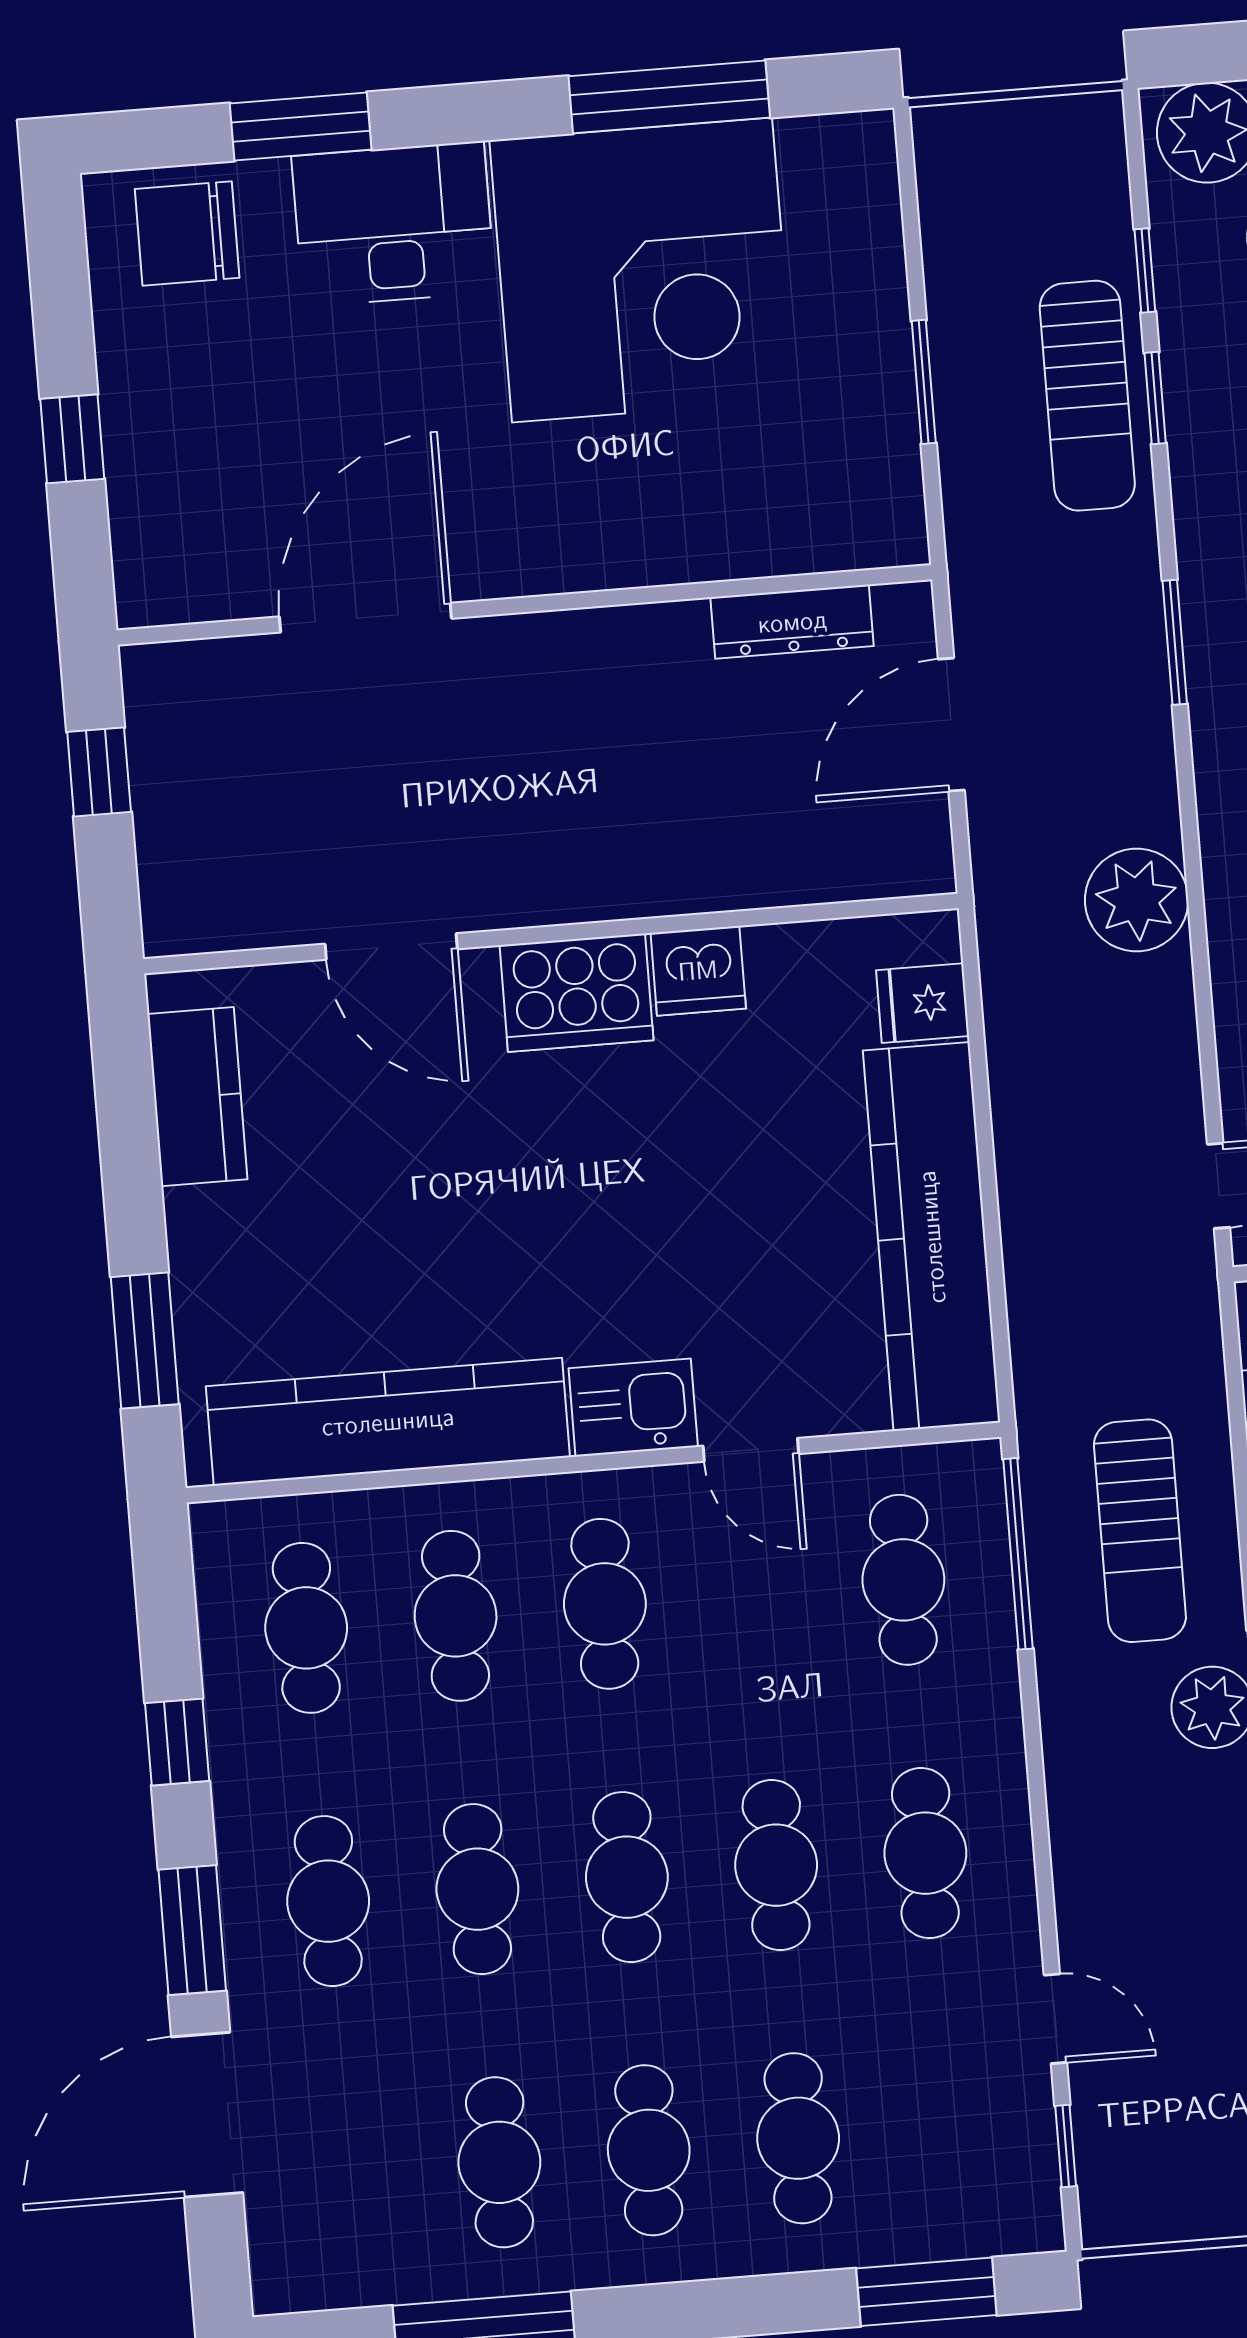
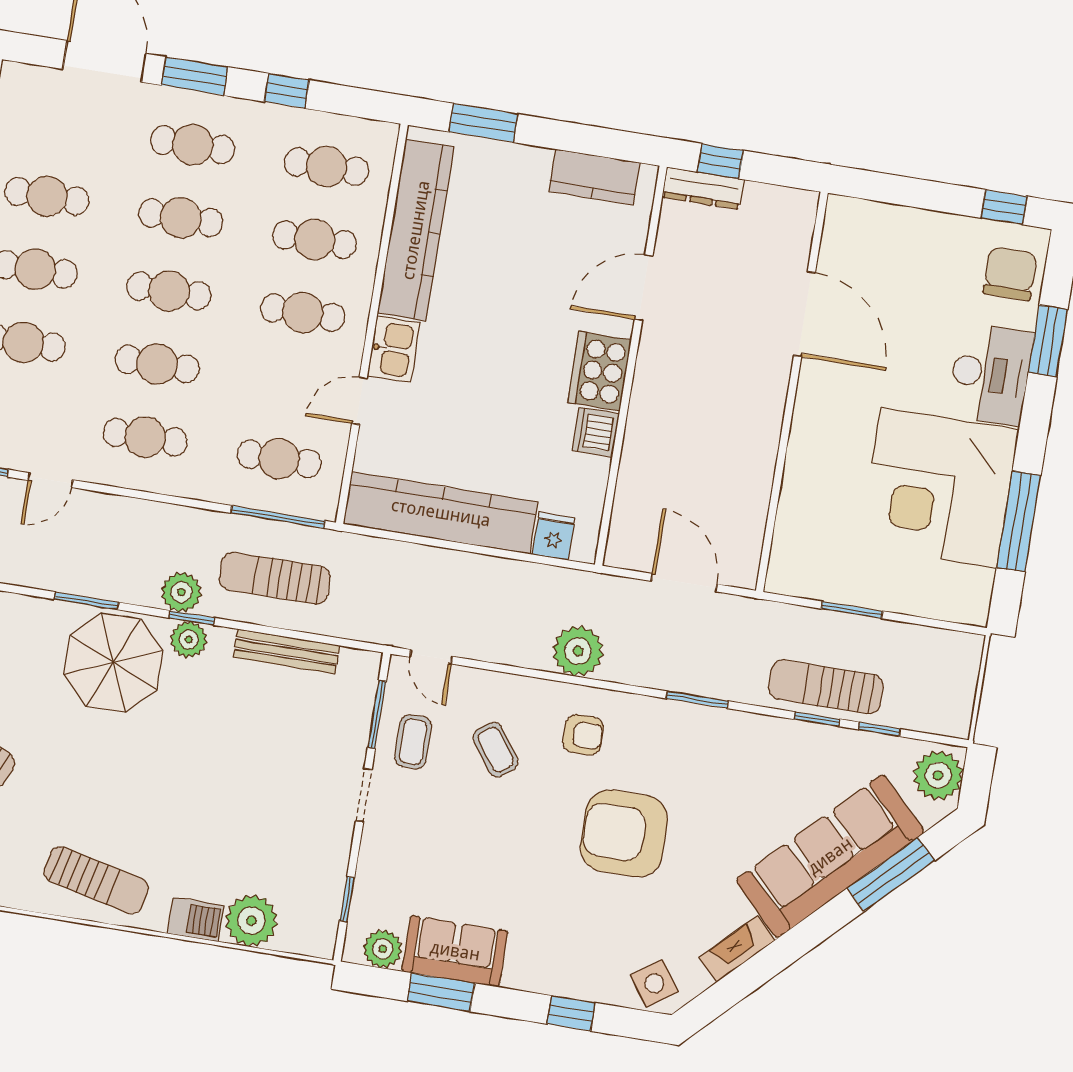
window: (72, 439) -> (1004, 207), moved
dresser: (792, 622) -> (703, 188), moved, turned -90
window: (99, 772) -> (720, 161), moved

